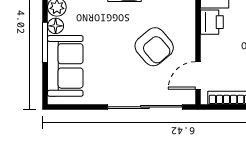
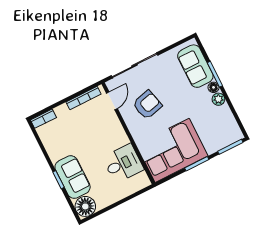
printer: (212, 22) -> (120, 137), removed
armchair: (154, 47) -> (147, 105), turned 116

